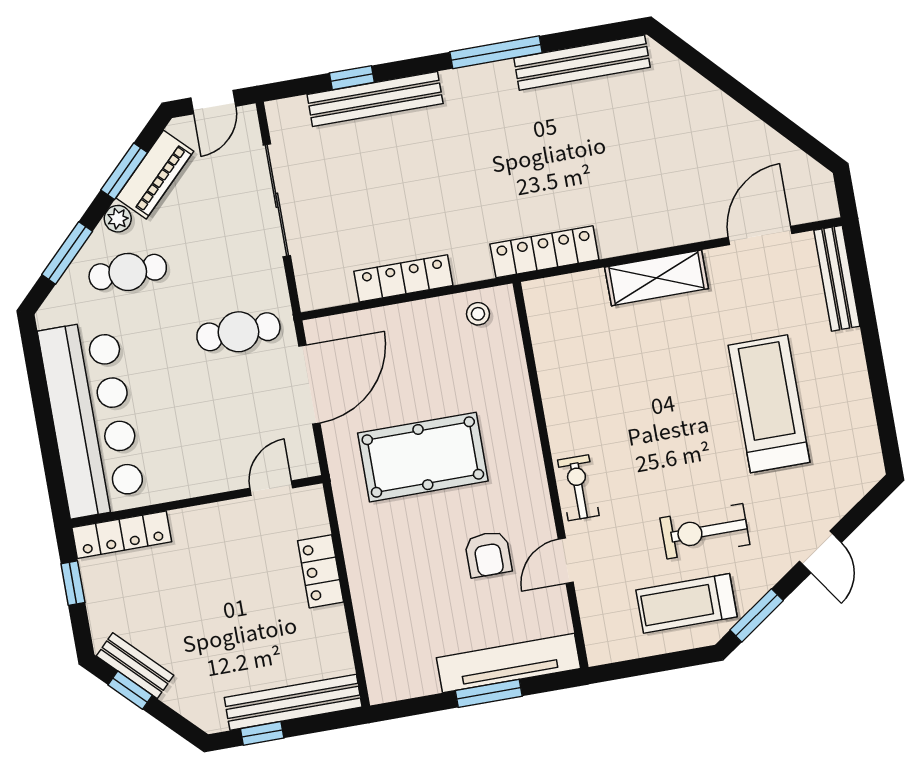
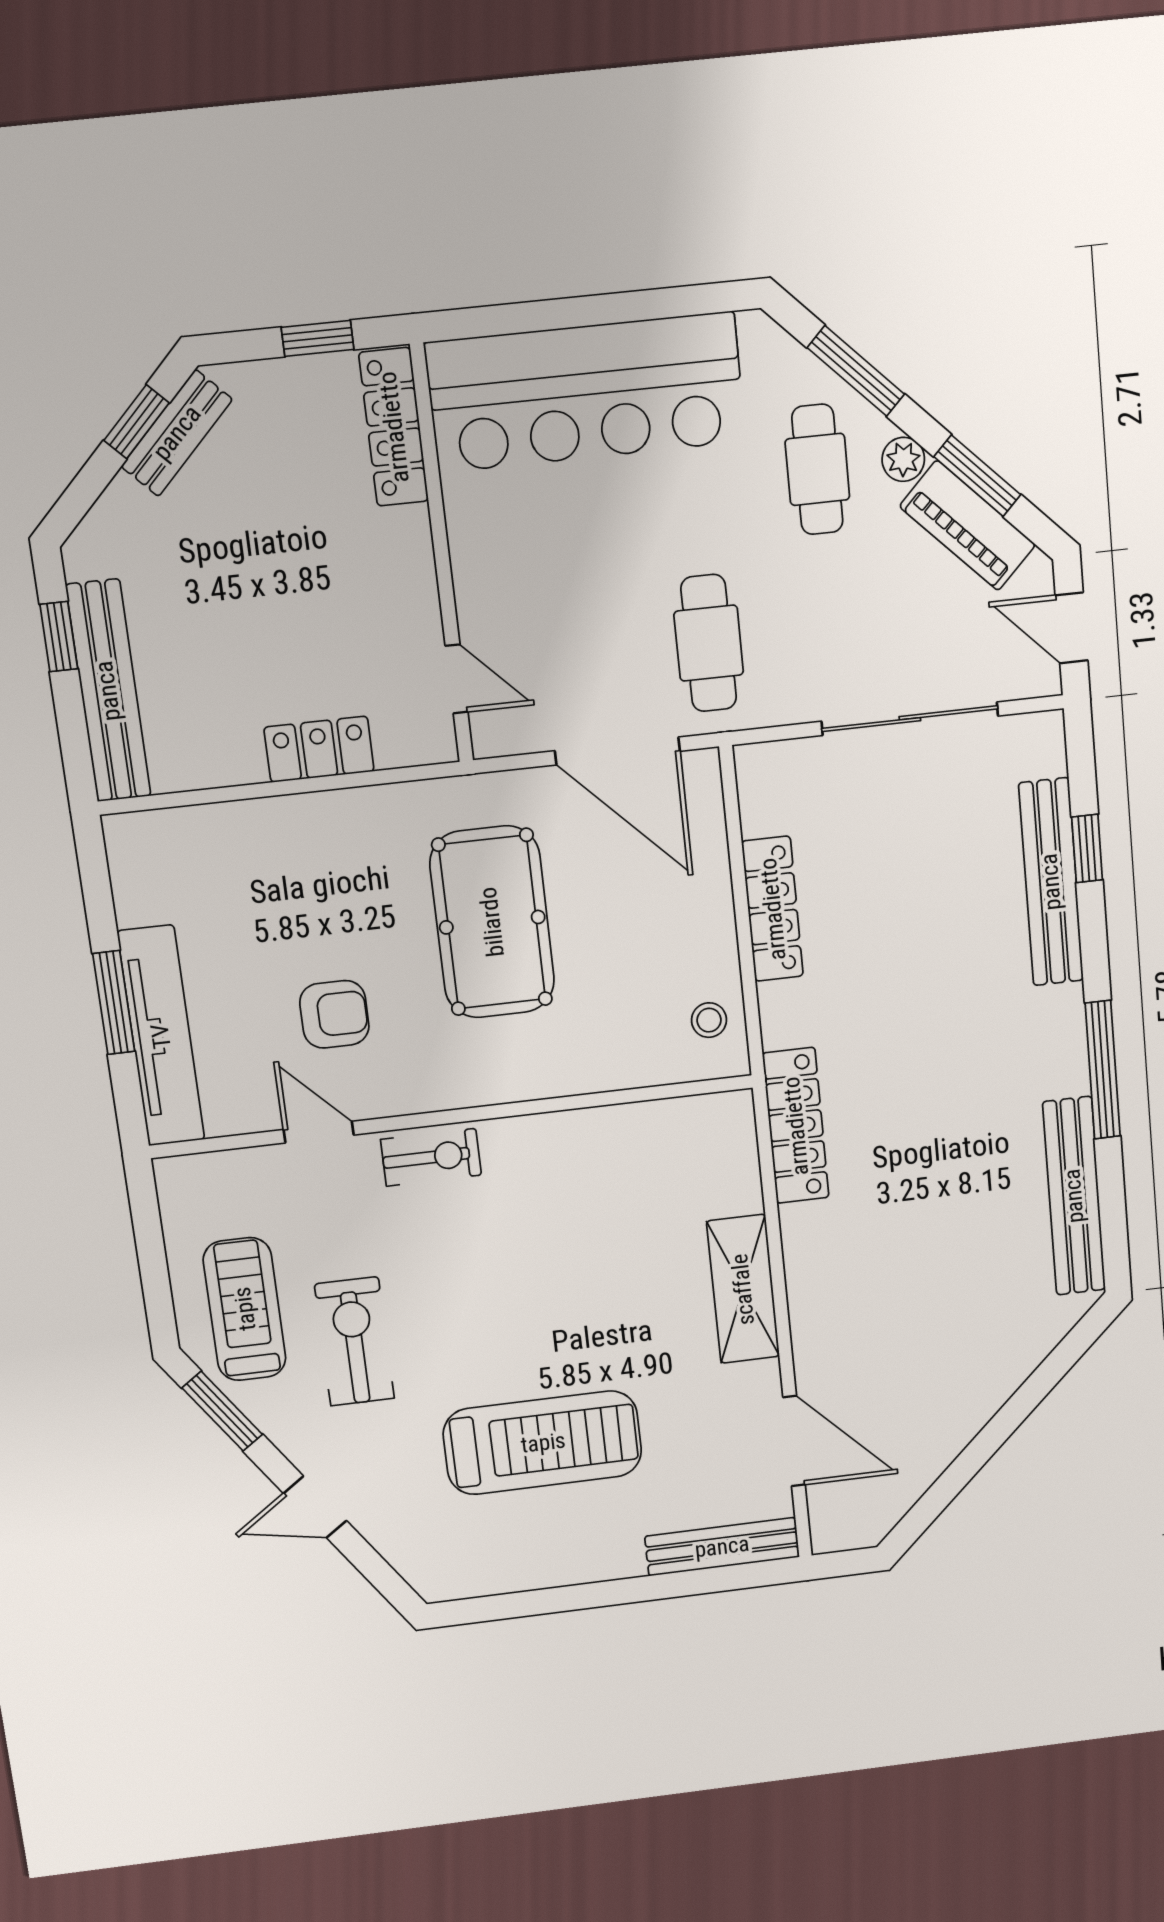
armchair: (488, 554) -> (334, 1014), turned 180

